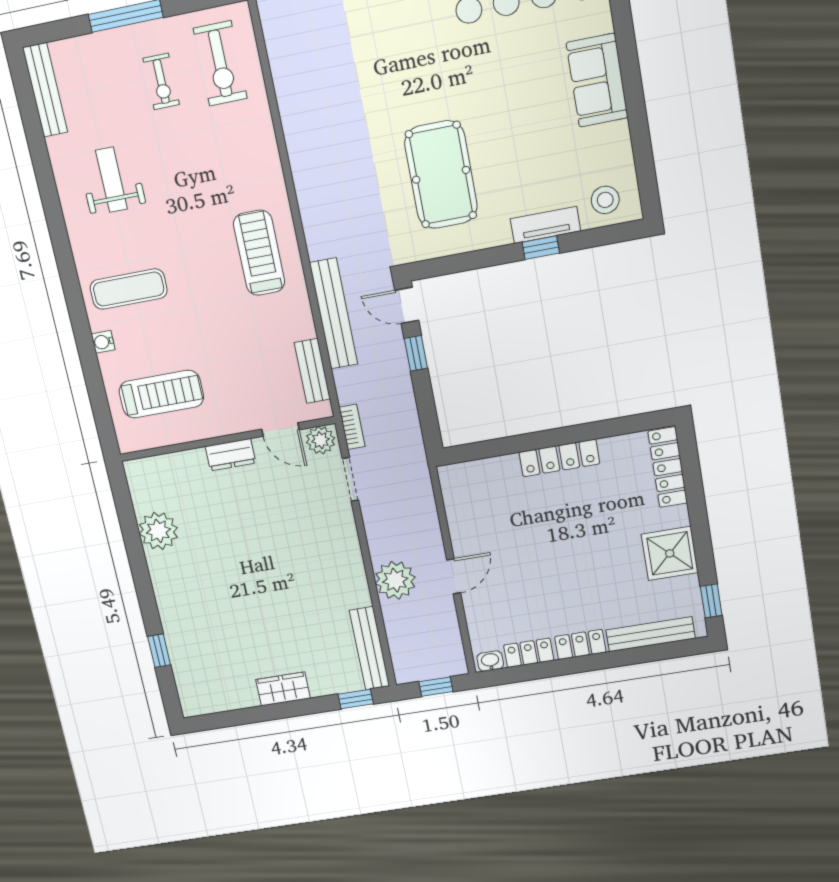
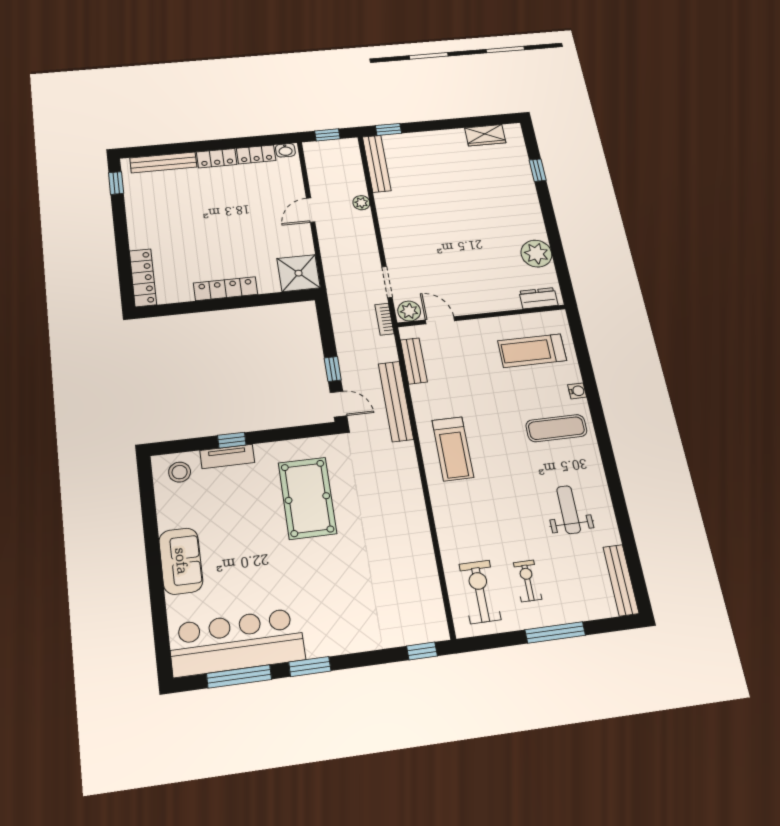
weight bench: (111, 180) -> (569, 510), turned 180
dresser: (231, 455) -> (539, 298), moved
shower: (670, 553) -> (299, 273), moved
plant: (395, 580) -> (361, 203), width x0.53, depth x0.53
wardrobe: (283, 689) -> (485, 135), moved

